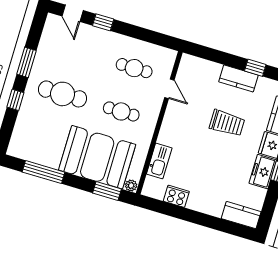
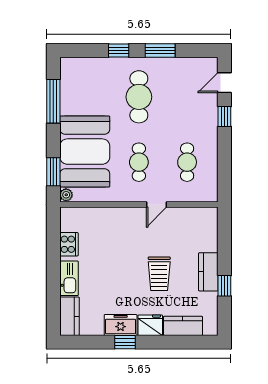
door: (169, 89) -> (157, 204), moved
kitchen sink: (159, 161) -> (69, 278), moved, turned -90

